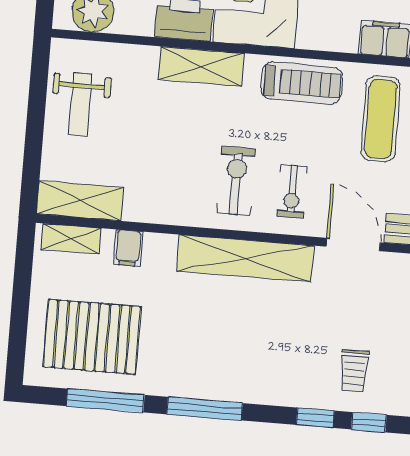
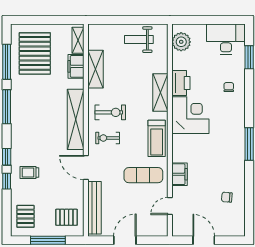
shelving: (80, 201) -> (96, 69), moved
door: (353, 244) -> (86, 167), swing flipped
filing cabinet: (128, 248) -> (76, 66), width x2.00

